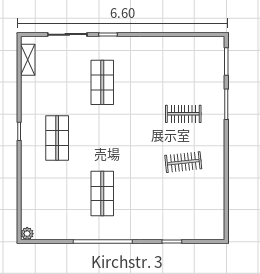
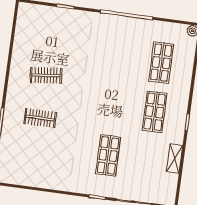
shelving: (28, 60) -> (175, 158), moved
shop shelf: (102, 194) -> (161, 63), moved

